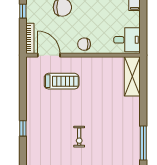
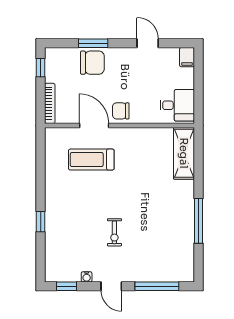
door: (49, 55) -> (94, 125), moved
treadmill: (62, 81) -> (91, 160), turned 180
window: (143, 143) -> (198, 221), moved

